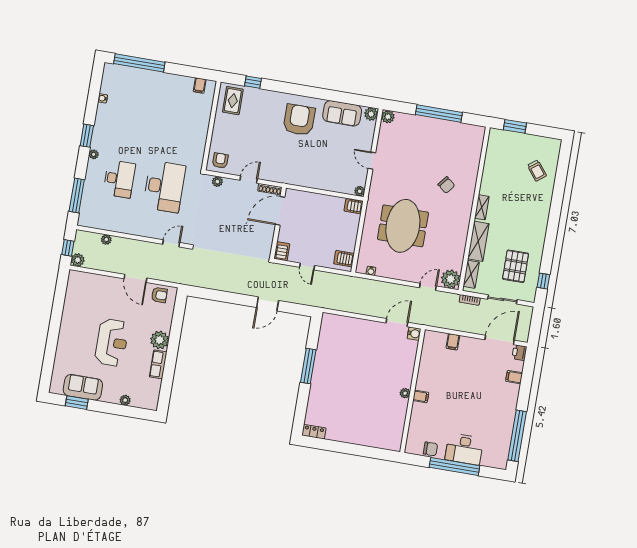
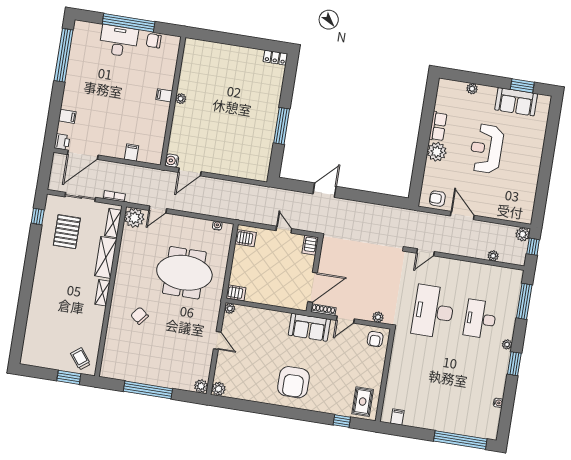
sofa: (342, 113) -> (309, 327), moved, turned 180
trolley: (537, 171) -> (81, 359), moved
meeting table: (403, 226) -> (184, 273), turned 90

